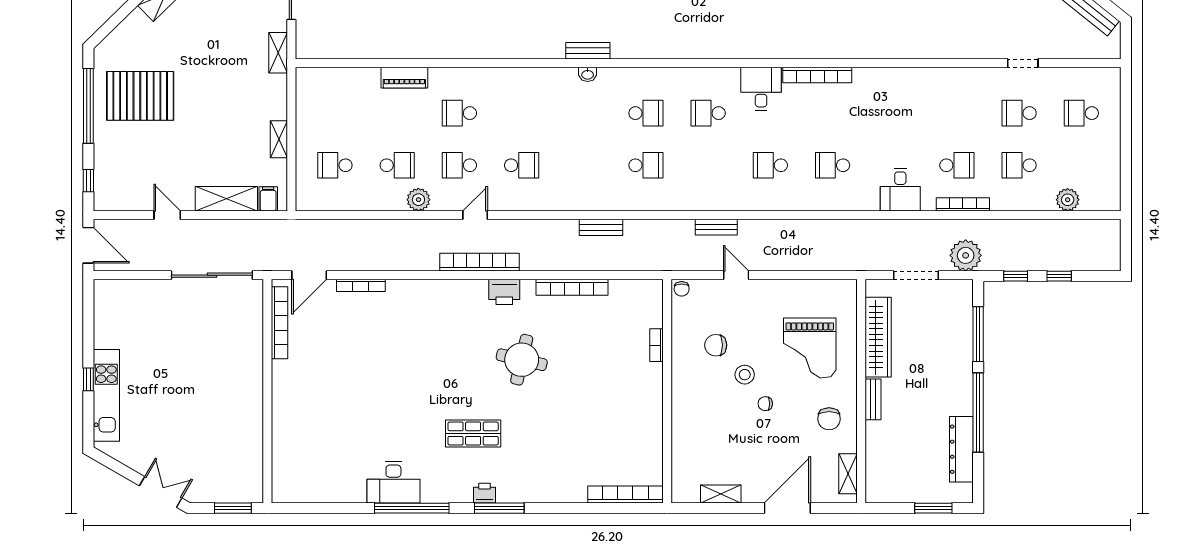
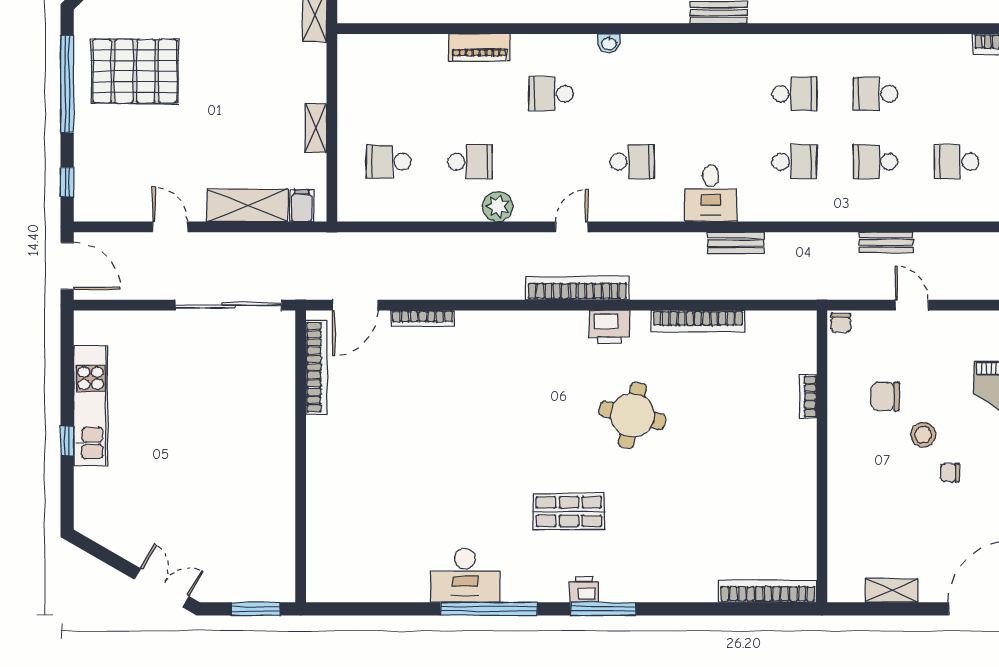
washbasin: (588, 74) -> (609, 43), moved
desk: (761, 89) -> (711, 193), moved, turned 180
school desk: (459, 165) -> (875, 162), moved
kitchen unit: (106, 395) -> (91, 406), moved

